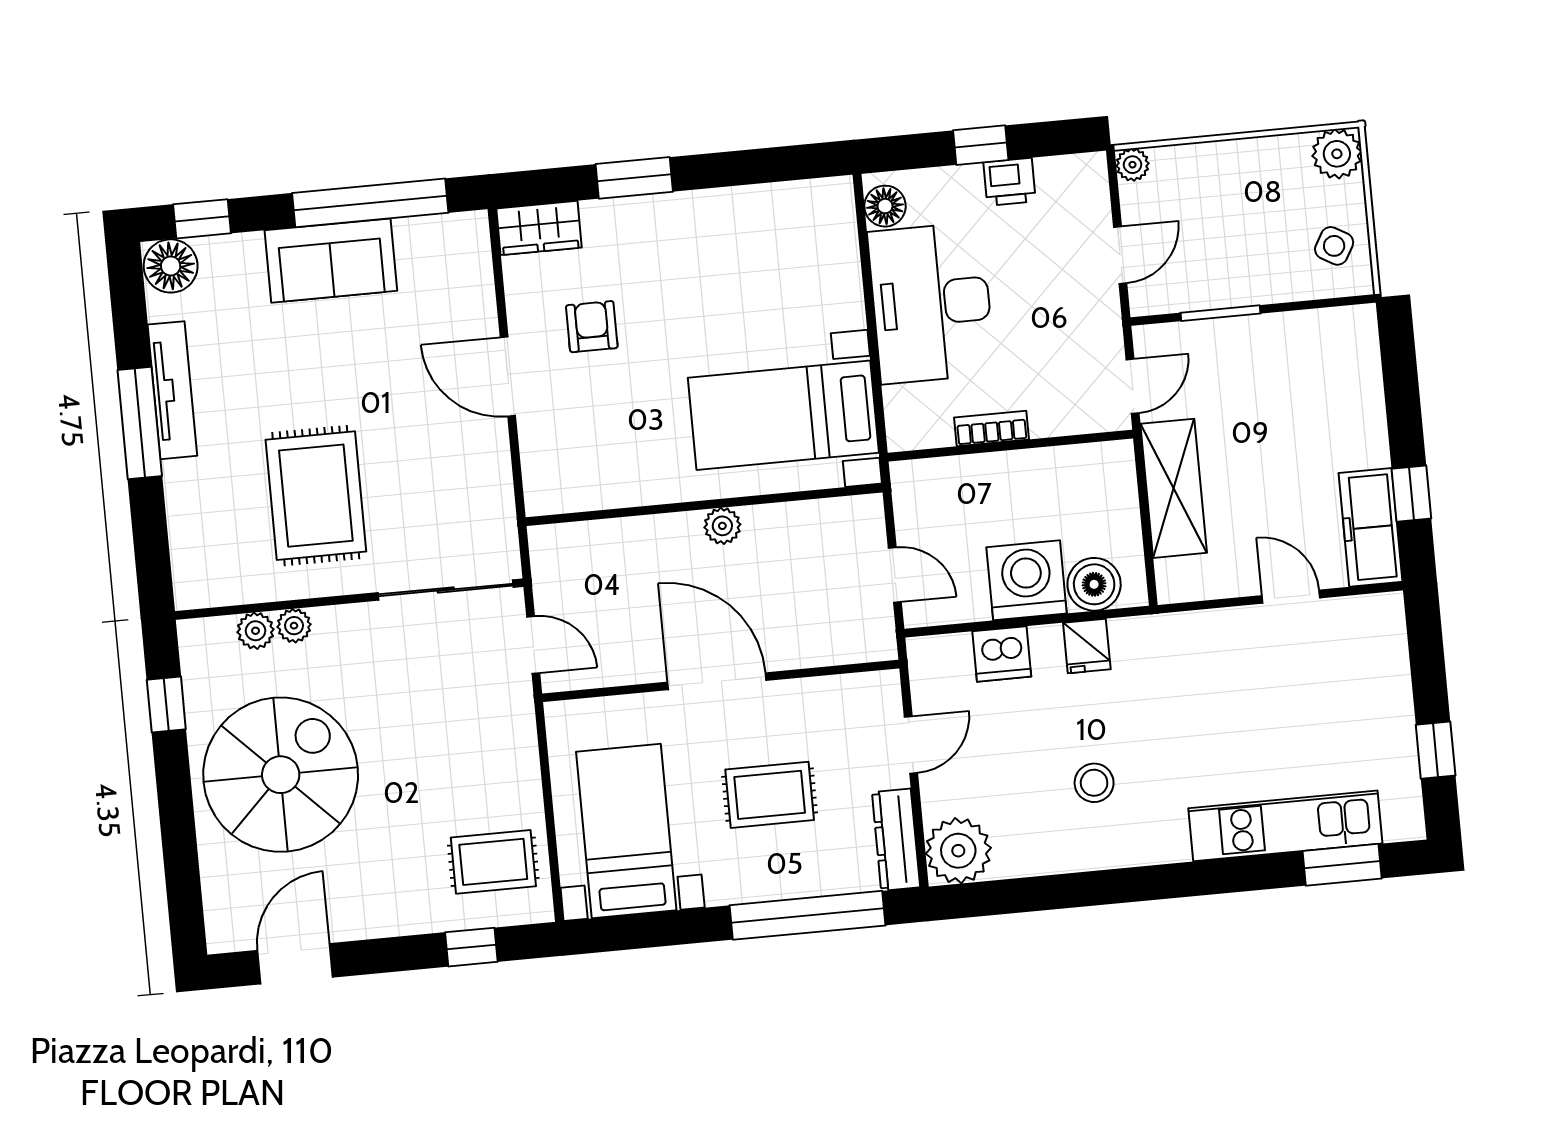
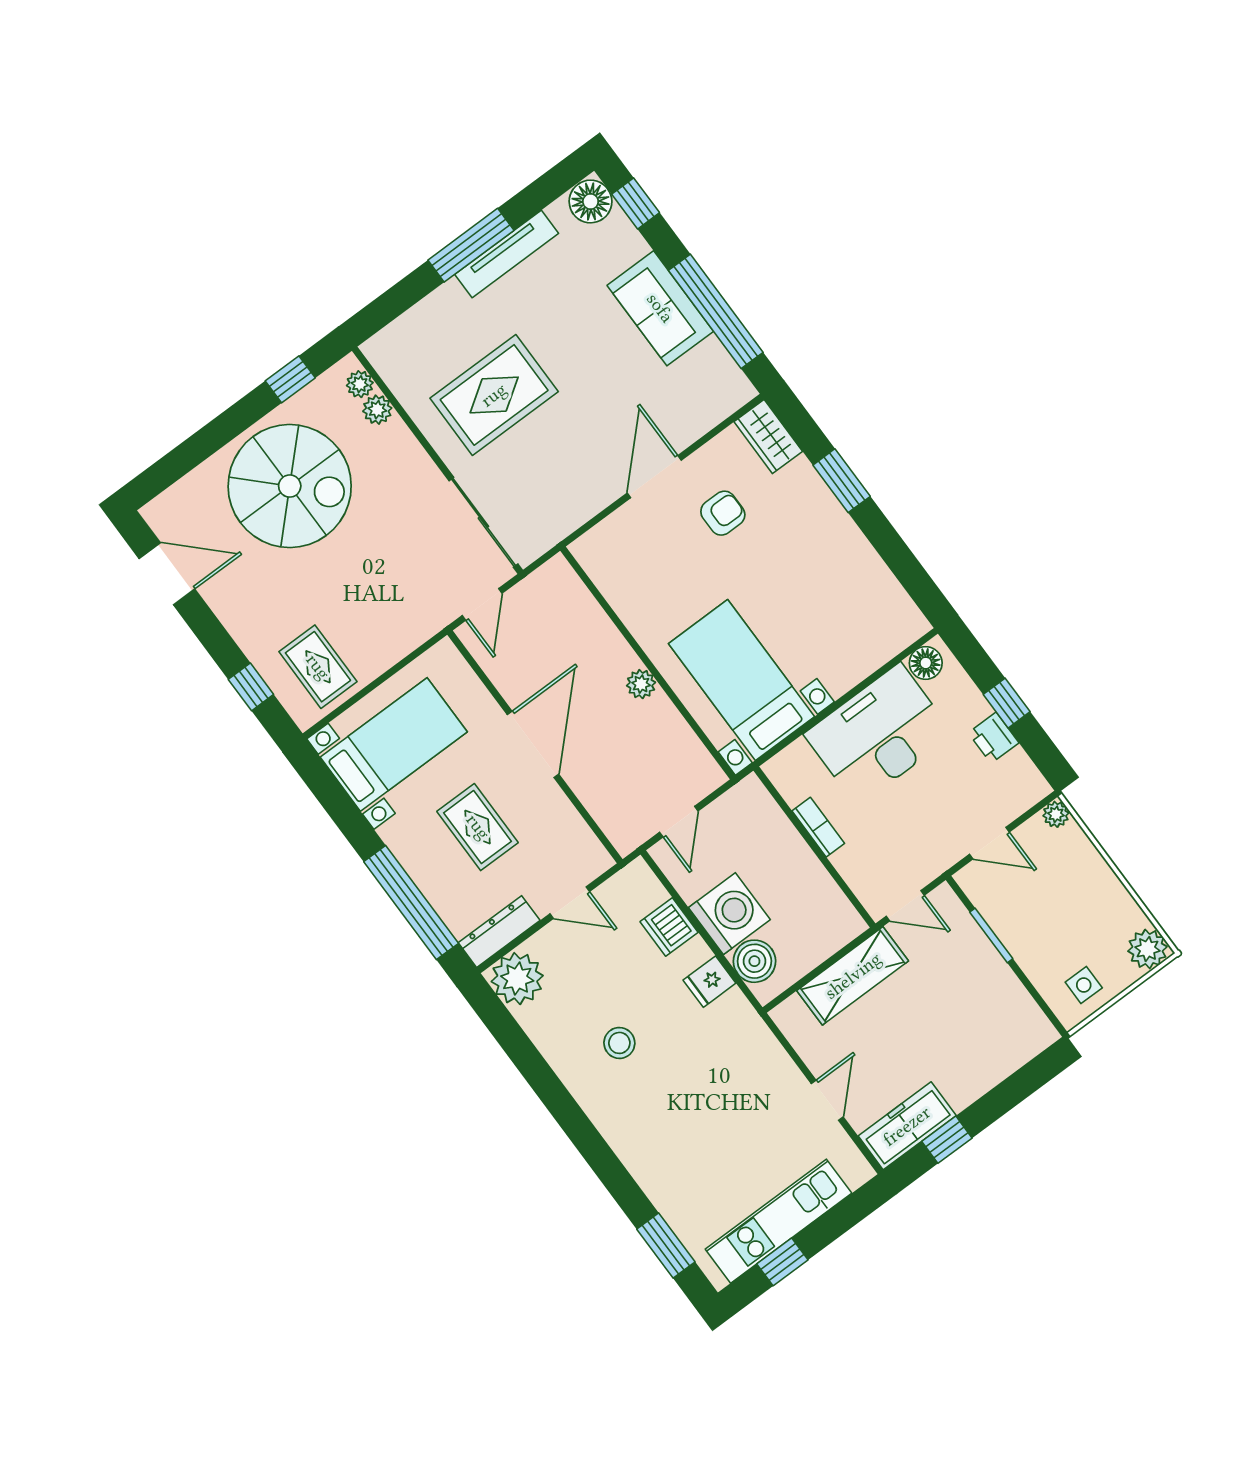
side table: (1334, 246) -> (1084, 985), turned -30
plant: (294, 626) -> (360, 384), moved
kitchen unit: (1285, 826) -> (779, 1221), moved, turned -90

